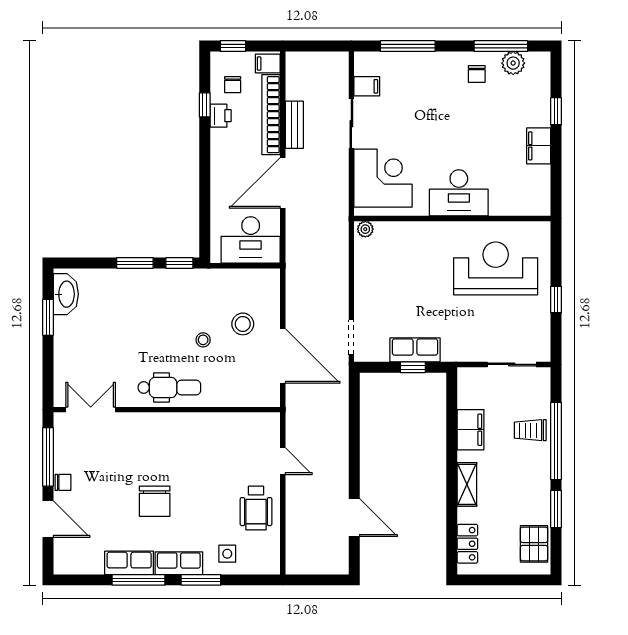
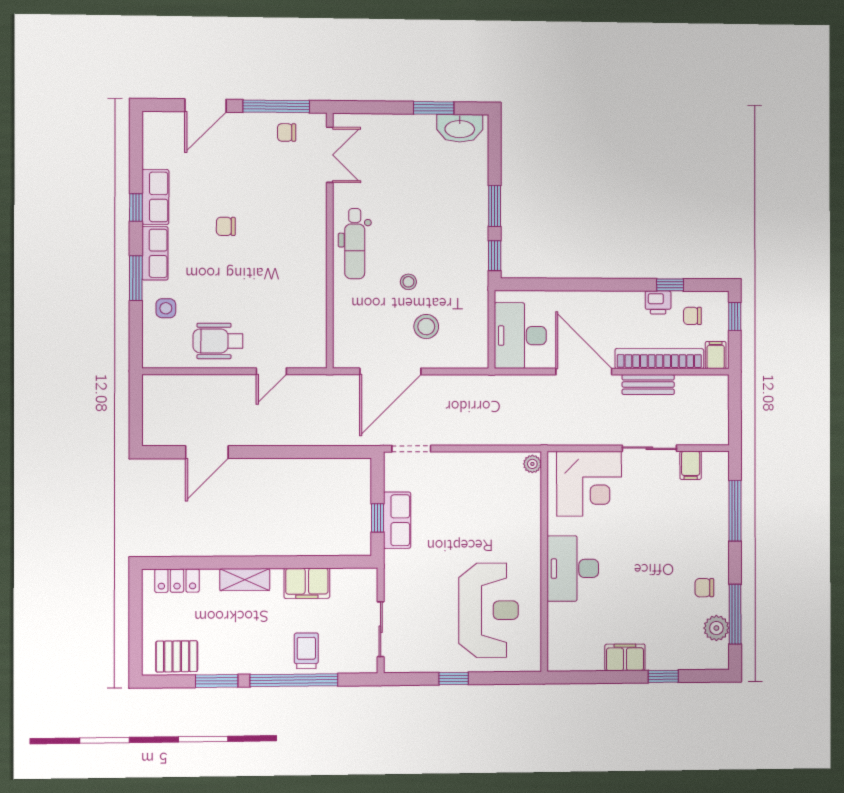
chair: (63, 482) -> (287, 132), moved, turned 90
chair: (155, 501) -> (226, 226), width x0.54, depth x0.54
window: (138, 580) -> (136, 207), width x0.46

